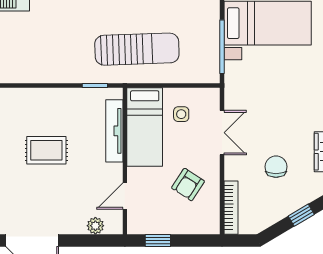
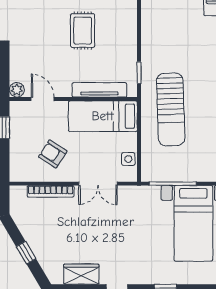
side table: (181, 114) -> (128, 159), moved
chair: (276, 167) -> (68, 231), removed
bookcase: (231, 208) -> (51, 191), moved
plant: (95, 226) -> (17, 90), moved

